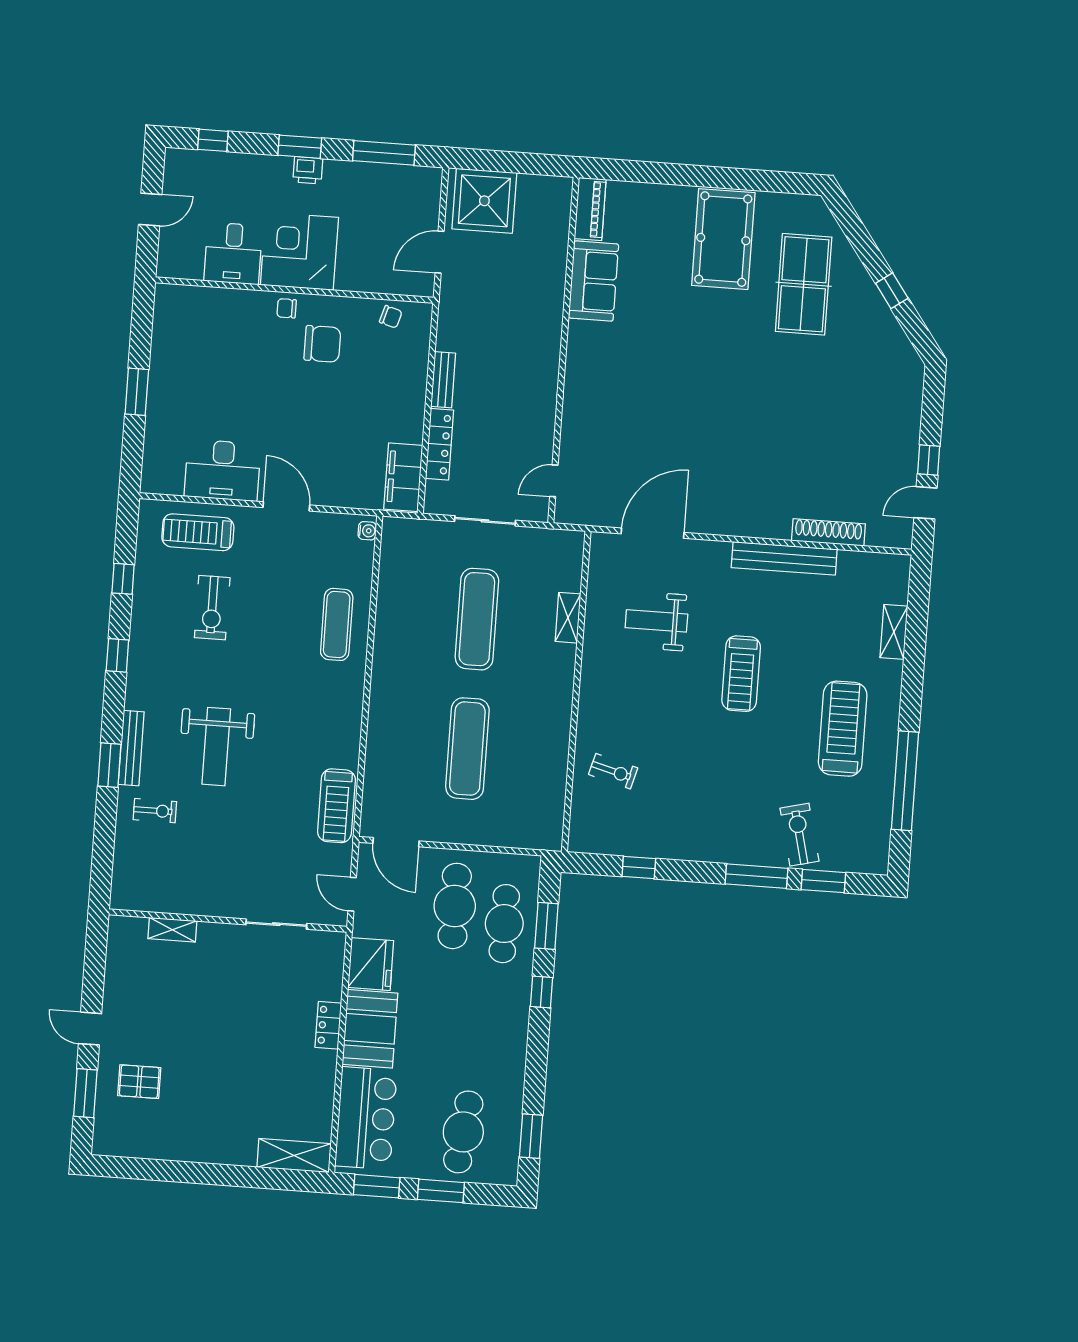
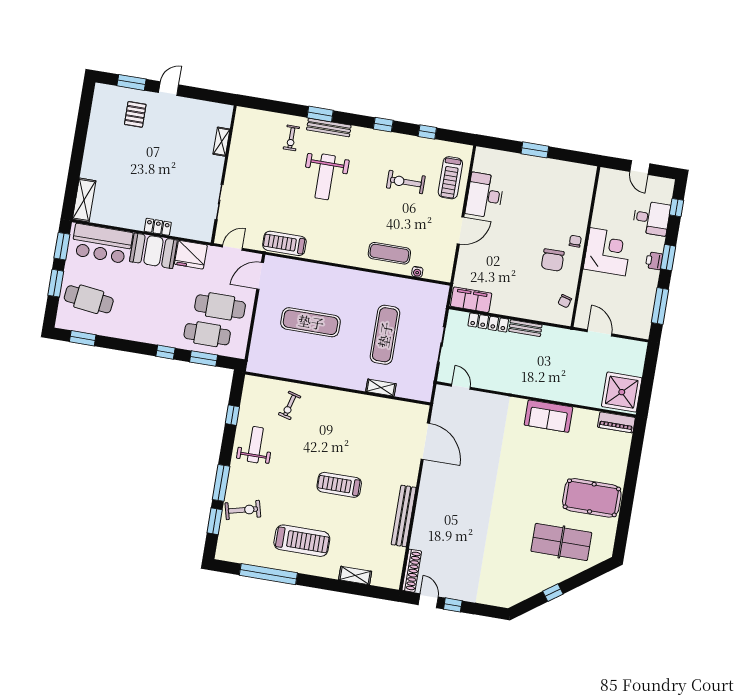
shower: (484, 201) -> (622, 392), moved
desk: (233, 253) -> (651, 218), moved, turned 180
sofa: (594, 281) -> (548, 416), moved
water cooler: (367, 531) -> (417, 272), moved
treadmill: (198, 532) -> (450, 178), turned 180
shoe rack: (828, 532) -> (412, 571), moved
exercise mat: (477, 619) -> (385, 335), turned 90
weight bench: (656, 621) -> (255, 445), moved
weight bench: (216, 747) -> (325, 177), turned -90

